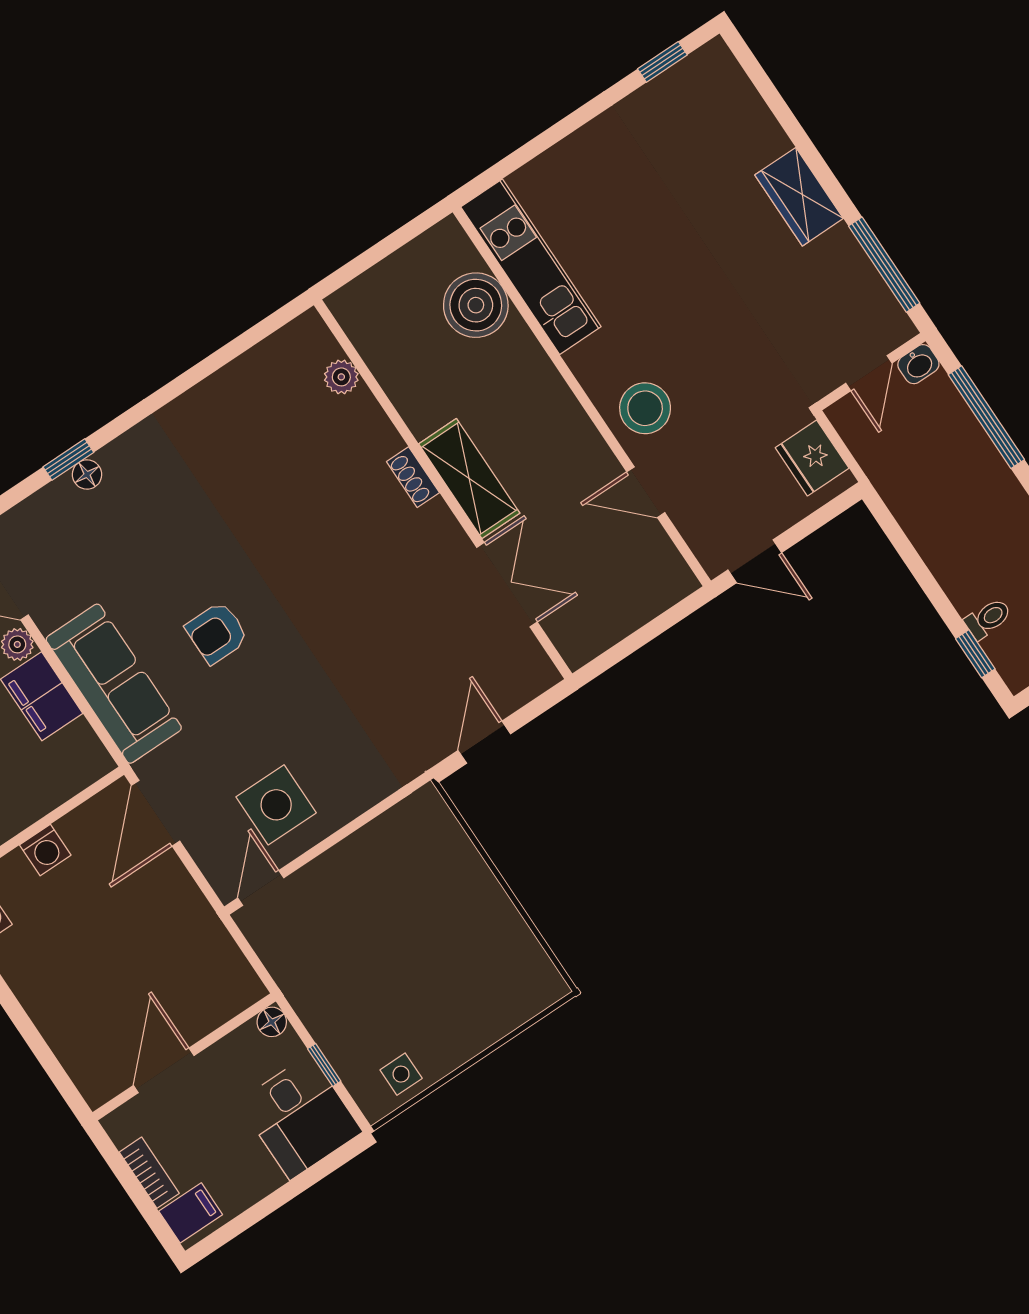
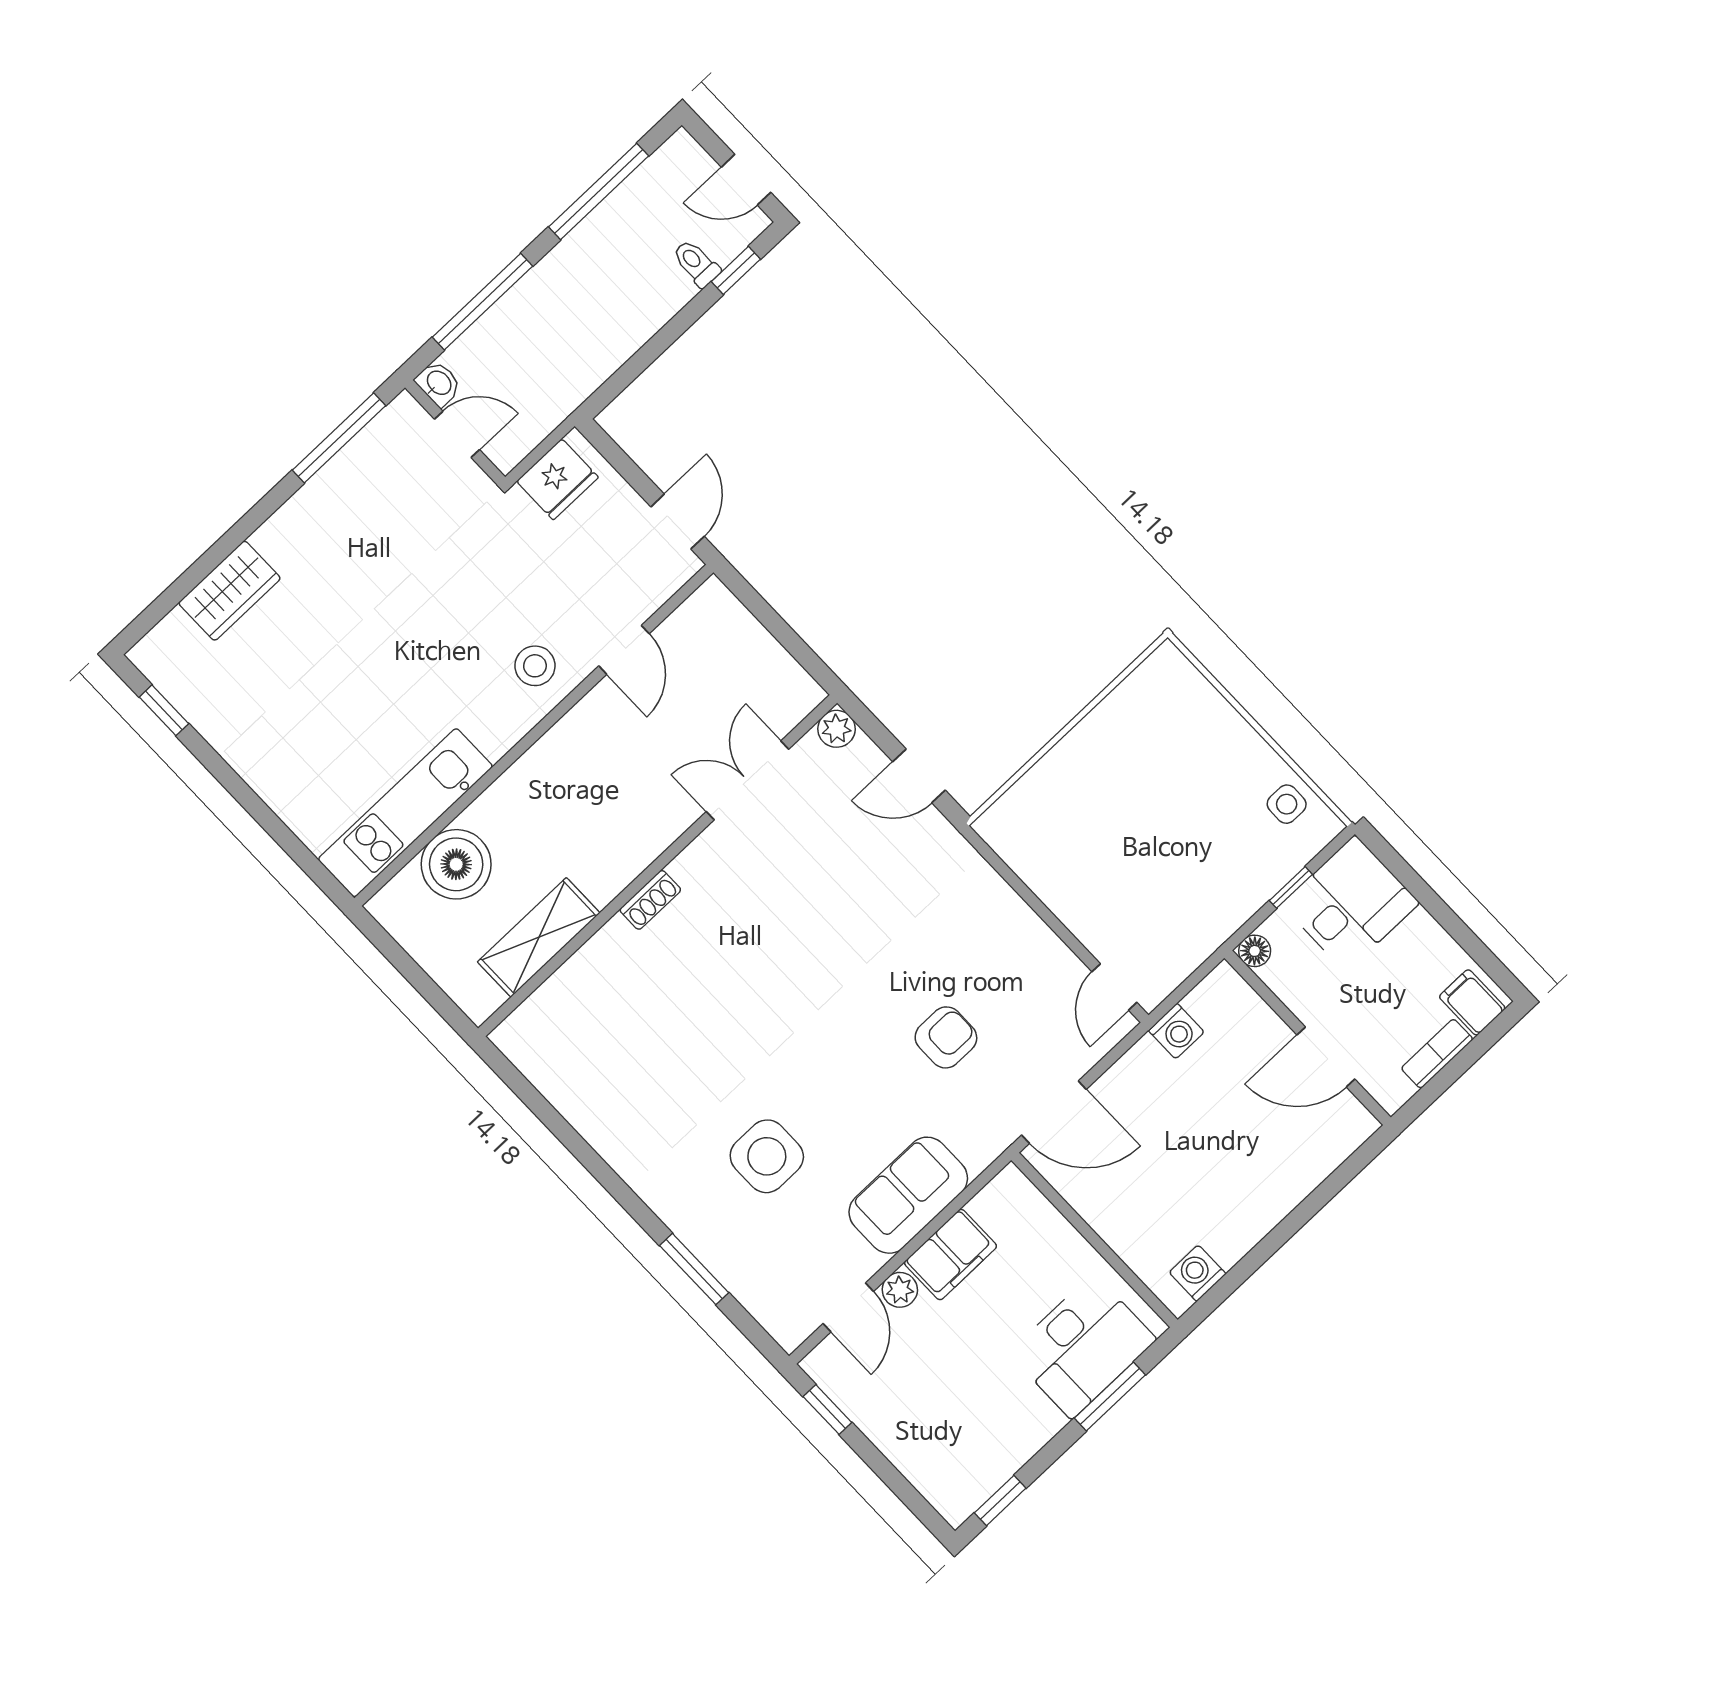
wardrobe: (799, 197) -> (230, 591), moved
plant: (341, 377) -> (837, 729), moved
stool: (645, 408) -> (535, 666), width x0.73, depth x0.73
window: (68, 460) -> (694, 1269), width x1.50
floor lamp: (87, 475) -> (707, 1247), removed
shelving: (469, 478) -> (539, 937), moved
armchair: (217, 633) -> (946, 1037), moved, turned -90
sofa: (114, 684) -> (908, 1195), width x0.73
side table: (276, 805) -> (767, 1156), moved
washing machine: (45, 850) -> (1176, 1031), moved, turned 90
door: (261, 888) -> (1114, 987), hinge flipped

